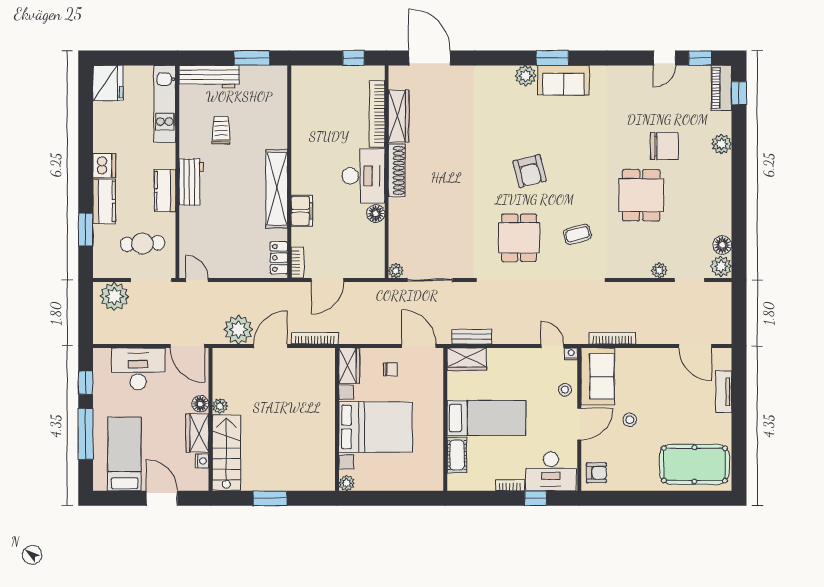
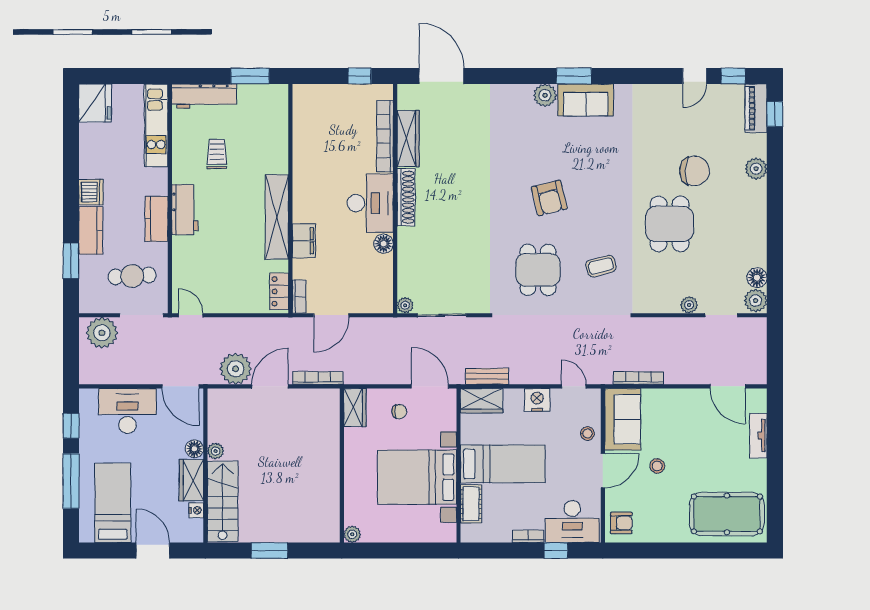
nightstand: (571, 354) -> (537, 400), moved, width x1.89, depth x1.79
bed with nightstands: (376, 427) -> (417, 477), moved, turned 180

